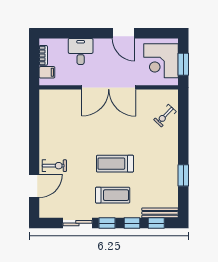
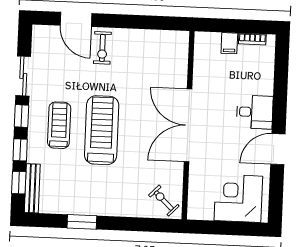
desk: (81, 51) -> (255, 112), moved
window: (183, 64) -> (232, 228), removed
double door: (109, 87) -> (188, 125), moved
wall: (109, 87) -> (188, 125), moved
treadmill: (115, 164) -> (102, 130), width x1.37, depth x1.38
treadmill: (113, 195) -> (59, 125), turned 180

